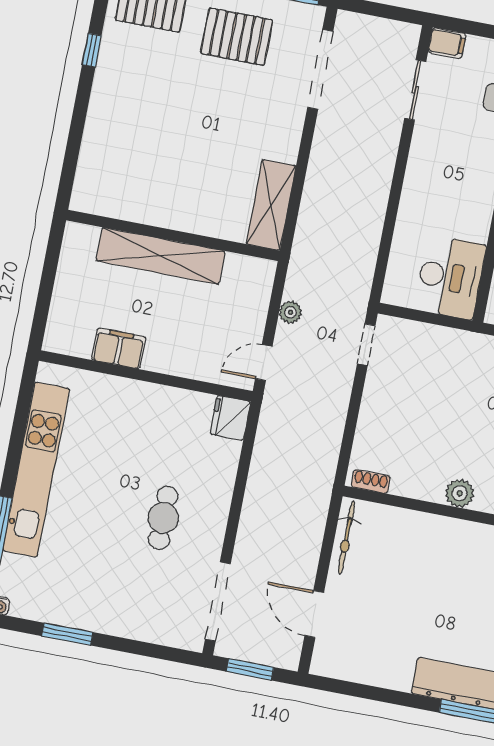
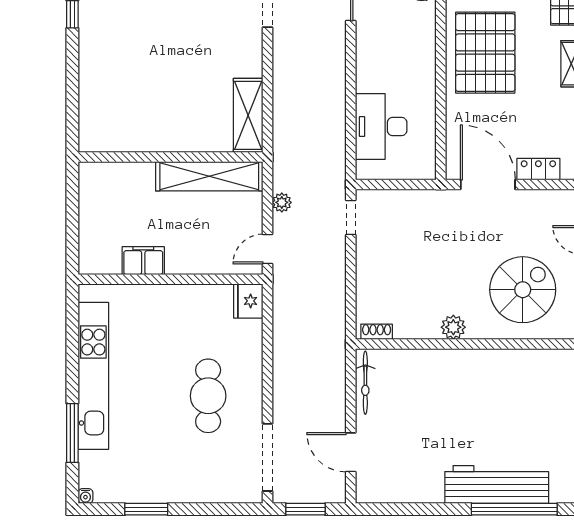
shelving: (161, 256) -> (209, 176), moved
desk: (450, 277) -> (381, 126), moved, turned 180
cafe table: (163, 518) -> (208, 396), width x1.37, depth x1.35

